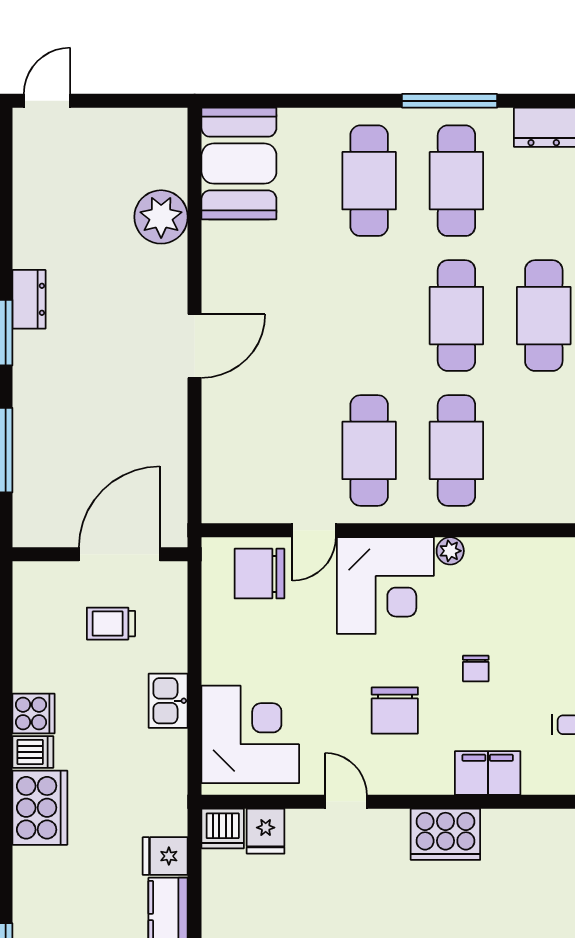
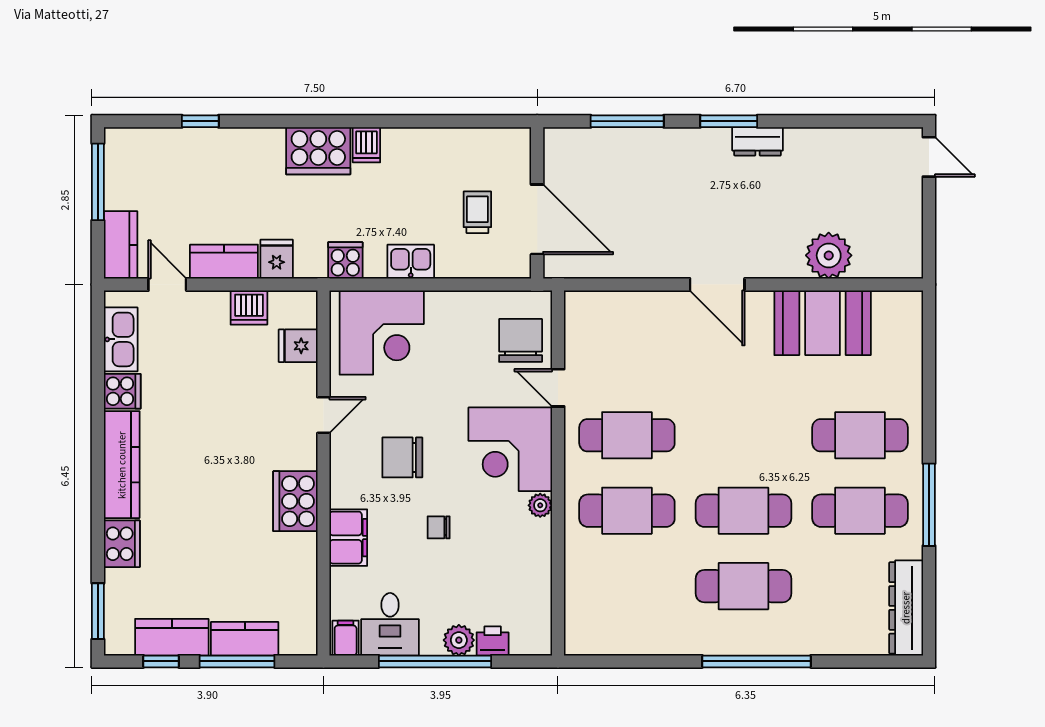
booth: (239, 164) -> (823, 323), moved
cooker: (34, 713) -> (345, 260), moved, turned 180
dishwasher: (223, 828) -> (249, 308), moved, turned -90

